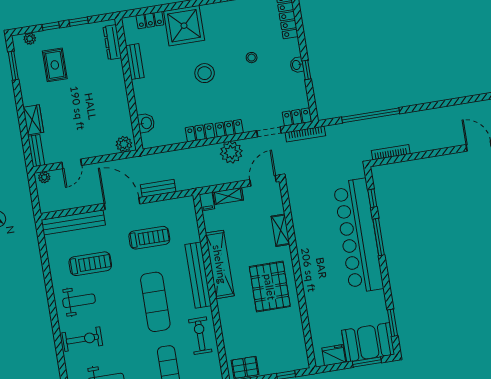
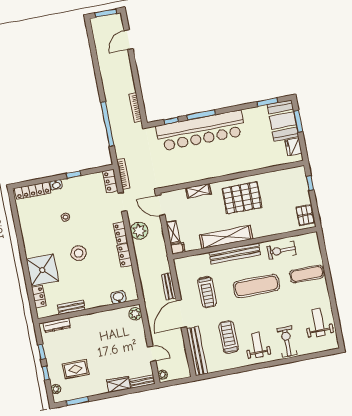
washbasin: (297, 65) -> (56, 185), moved
treadmill: (149, 238) -> (207, 292), turned 180

